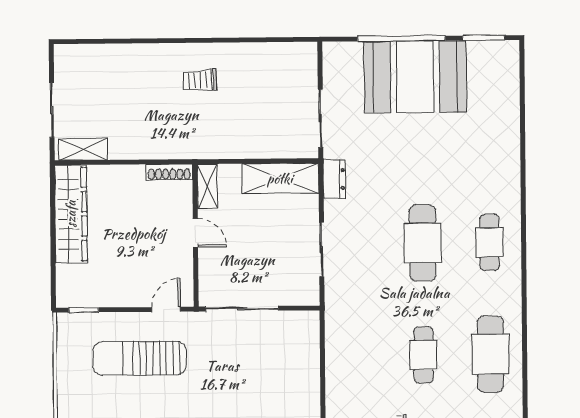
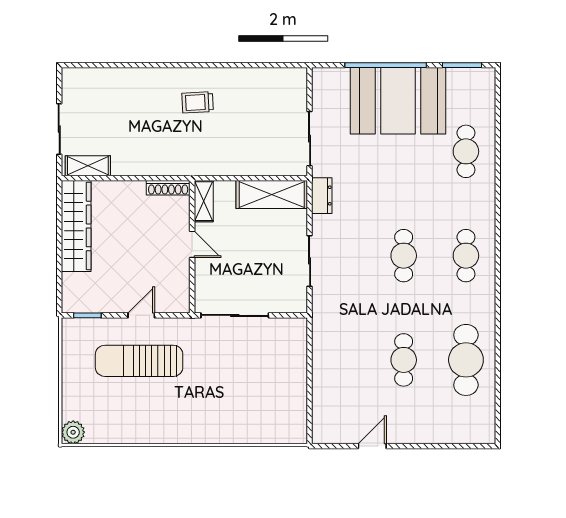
cafe table: (489, 130) -> (466, 151), added
cafe table: (423, 243) -> (404, 256), width x0.73, depth x0.74
door: (166, 309) -> (141, 315), moved

